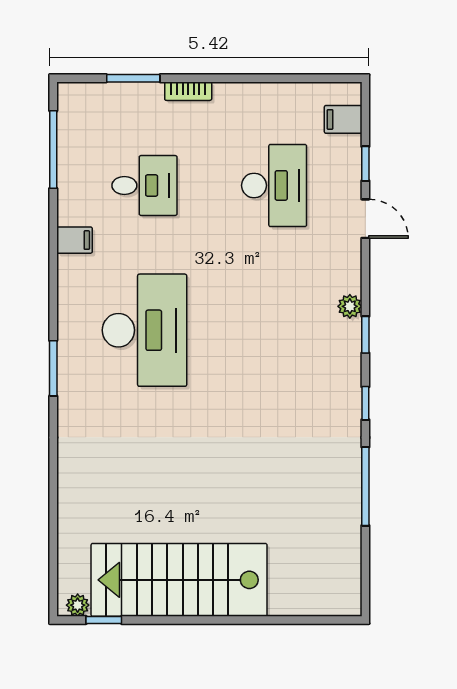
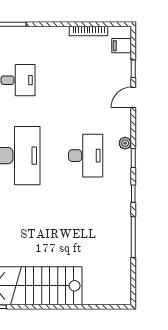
bookcase: (188, 91) -> (89, 31), moved, width x1.56
desk: (274, 185) -> (86, 156), moved
door: (365, 219) -> (133, 97), swing flipped

